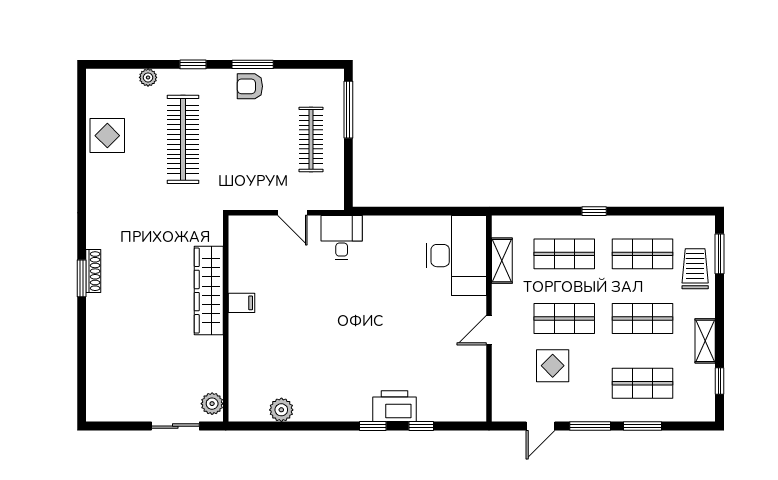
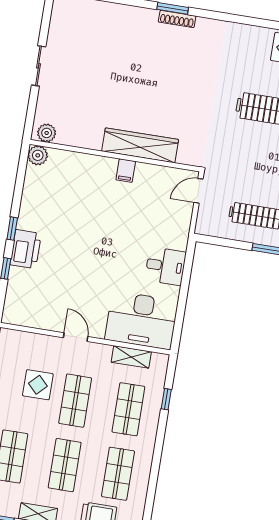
window: (594, 211) -> (166, 399), moved
desk: (342, 238) -> (165, 266), moved
wardrobe: (209, 291) -> (140, 145), moved
filing cabinet: (241, 303) -> (126, 171), moved
wall: (226, 319) -> (115, 156), moved
plant: (212, 404) -> (47, 133), moved

